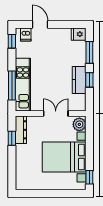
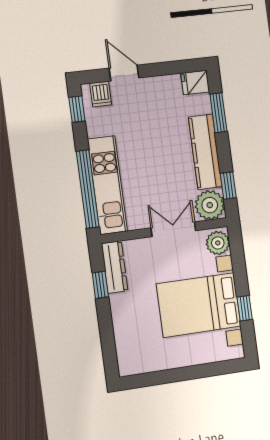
kitchen counter: (79, 80) -> (205, 152), width x1.50
window: (89, 80) -> (228, 186), moved
window: (12, 85) -> (88, 189), width x1.46
plant: (78, 103) -> (210, 205), added
window: (89, 177) -> (245, 308), moved

